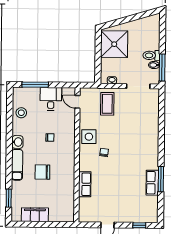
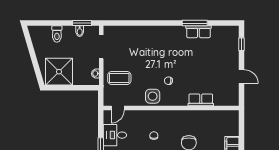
toilet: (151, 55) -> (57, 34), moved
window: (162, 67) -> (82, 23), width x0.69

